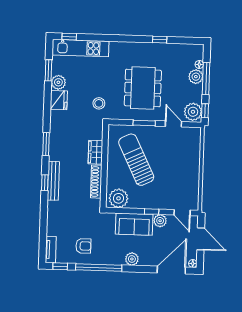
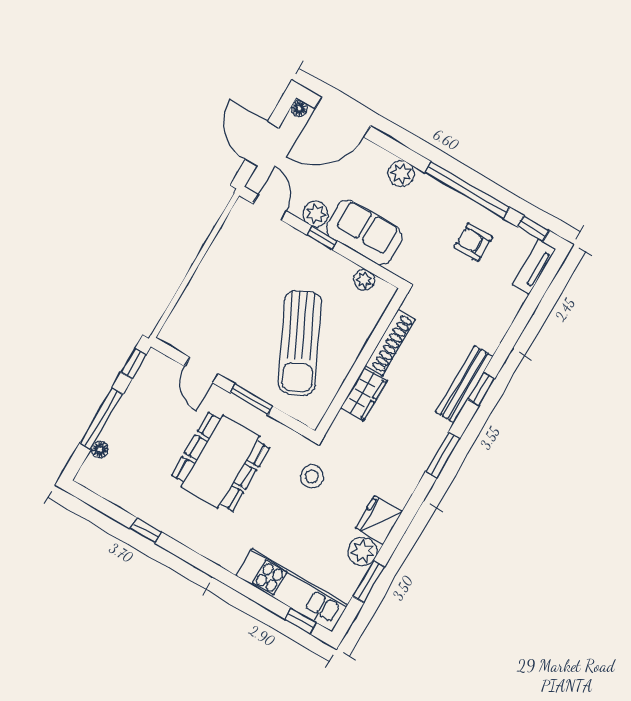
plant: (196, 77) -> (117, 432), removed
plant: (193, 112) -> (156, 373), removed
plant: (119, 198) -> (364, 280), width x0.53, depth x0.53

